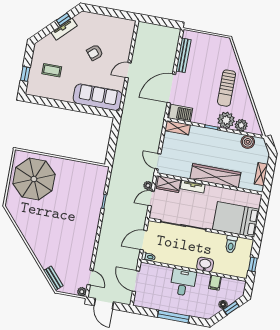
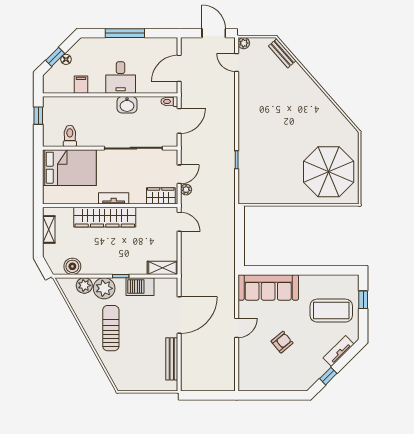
tv unit: (64, 29) -> (339, 351), moved
coffee table: (52, 70) -> (331, 311), width x1.86, depth x1.72
barbecue: (181, 113) -> (140, 287), moved
tv unit: (193, 187) -> (114, 198), moved
washbasin: (205, 264) -> (127, 105), moved
door: (136, 281) -> (179, 68), swing flipped

